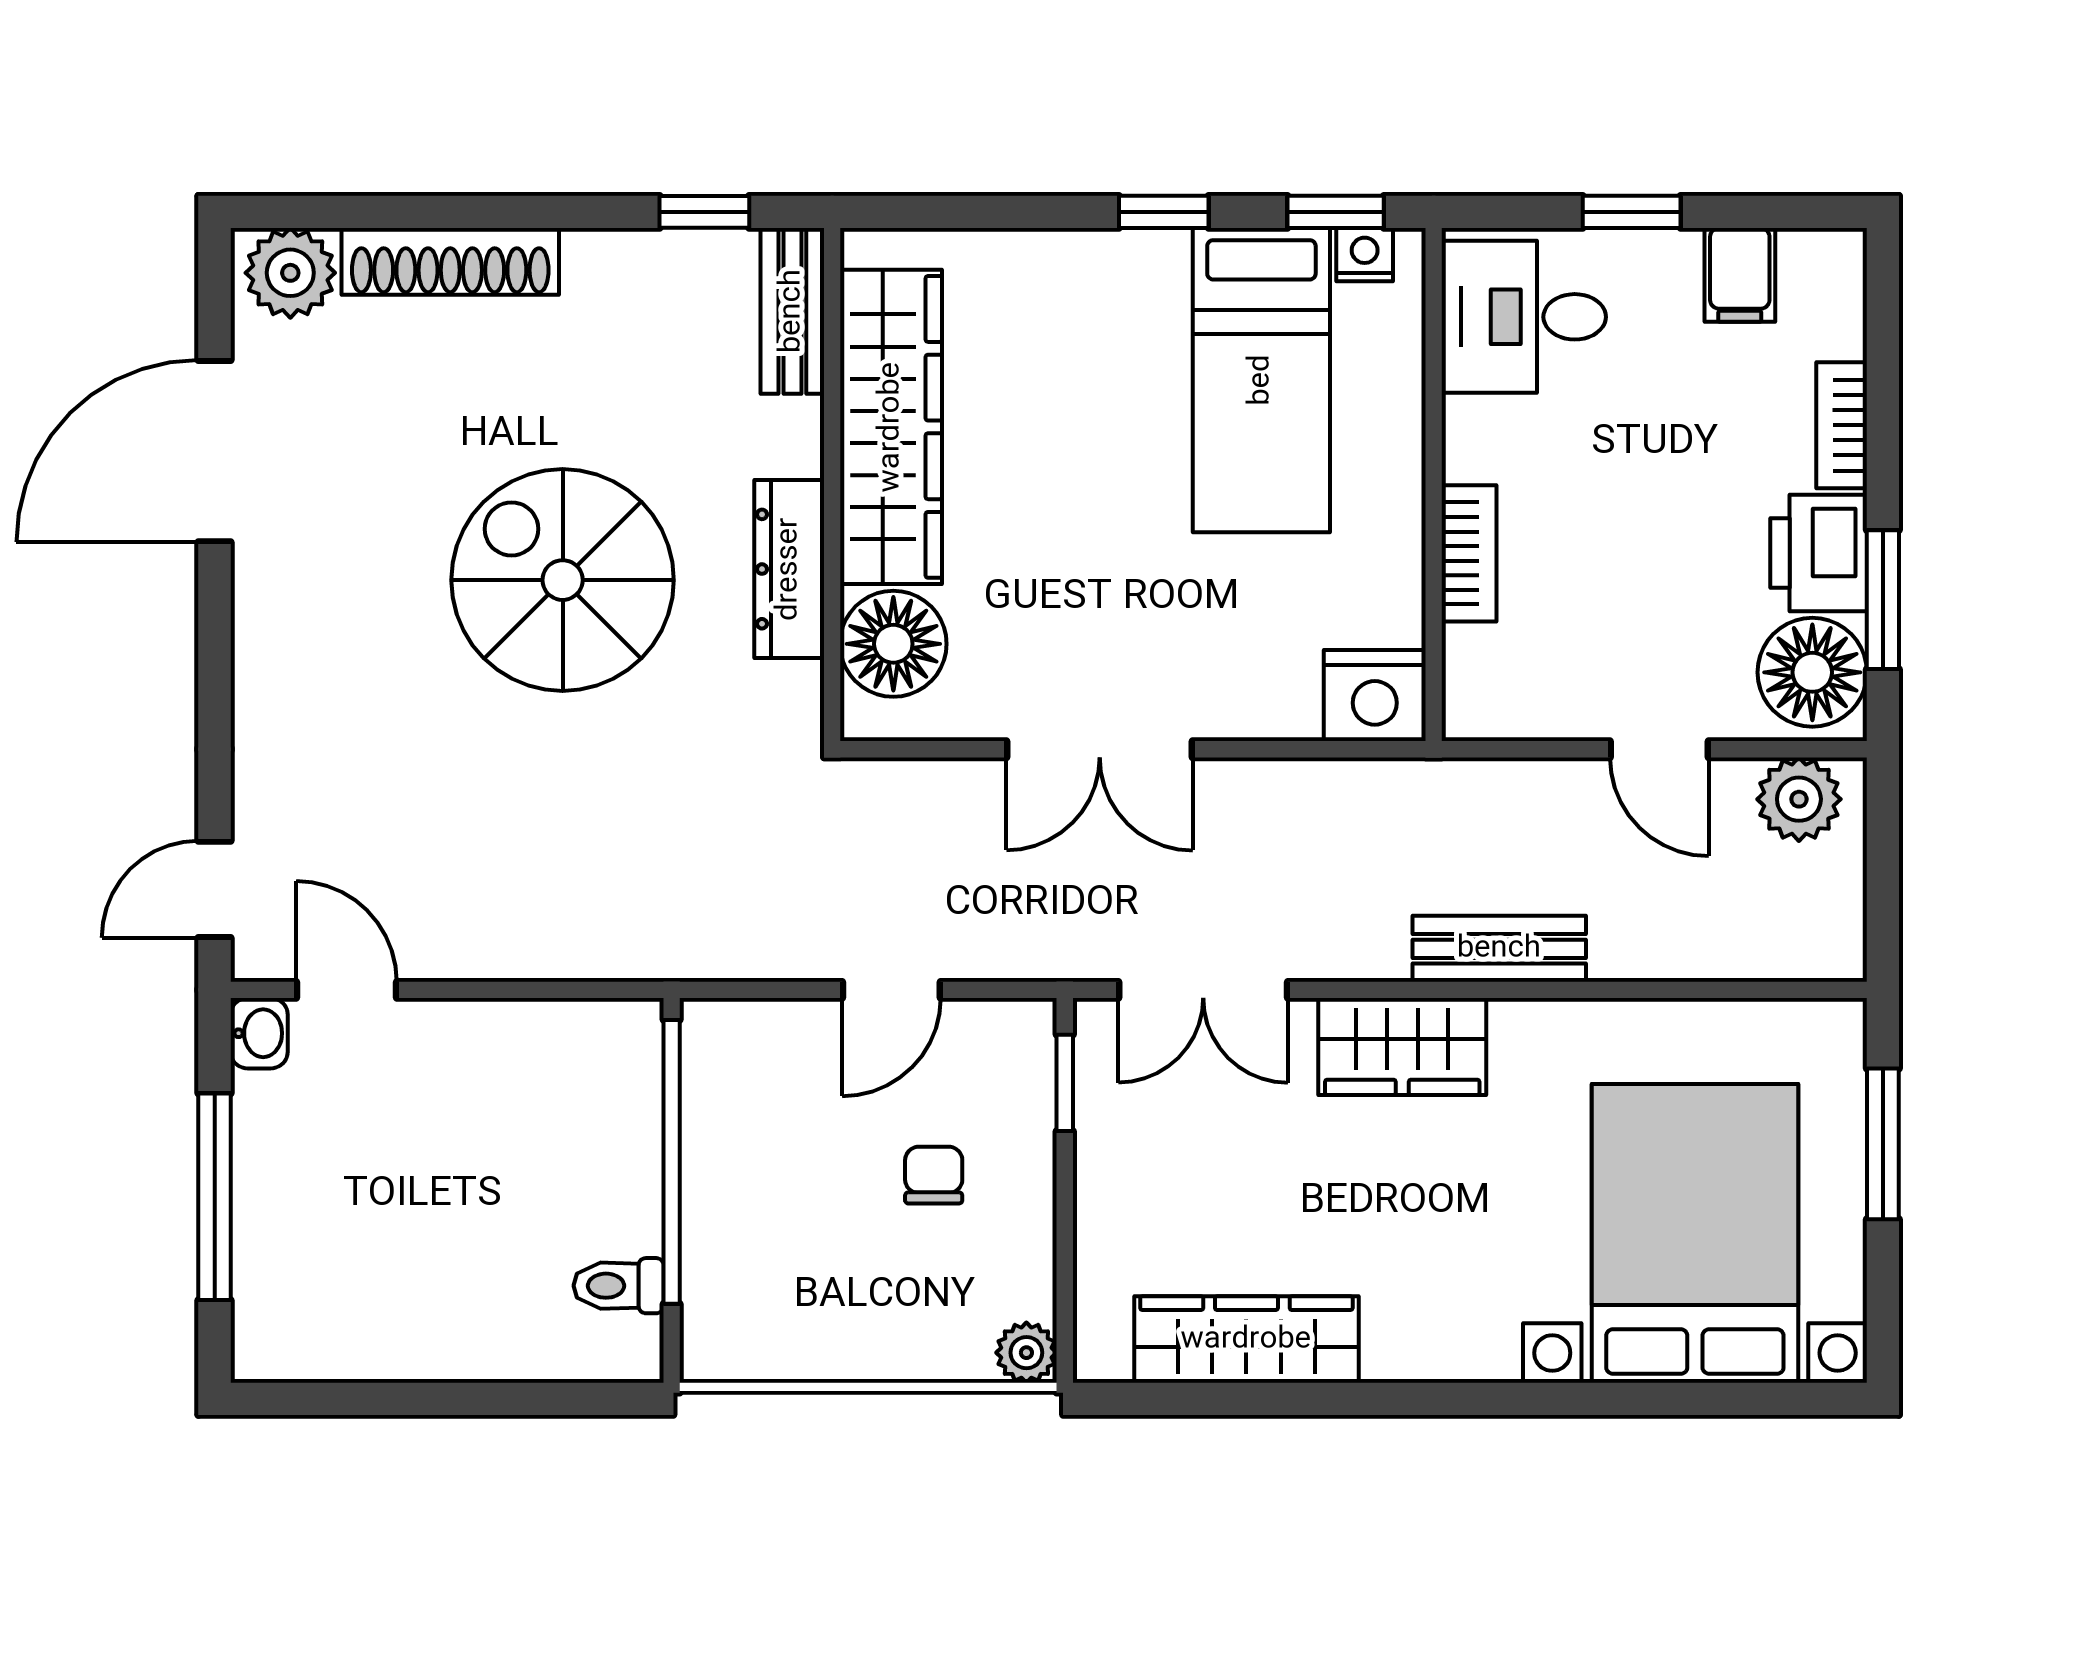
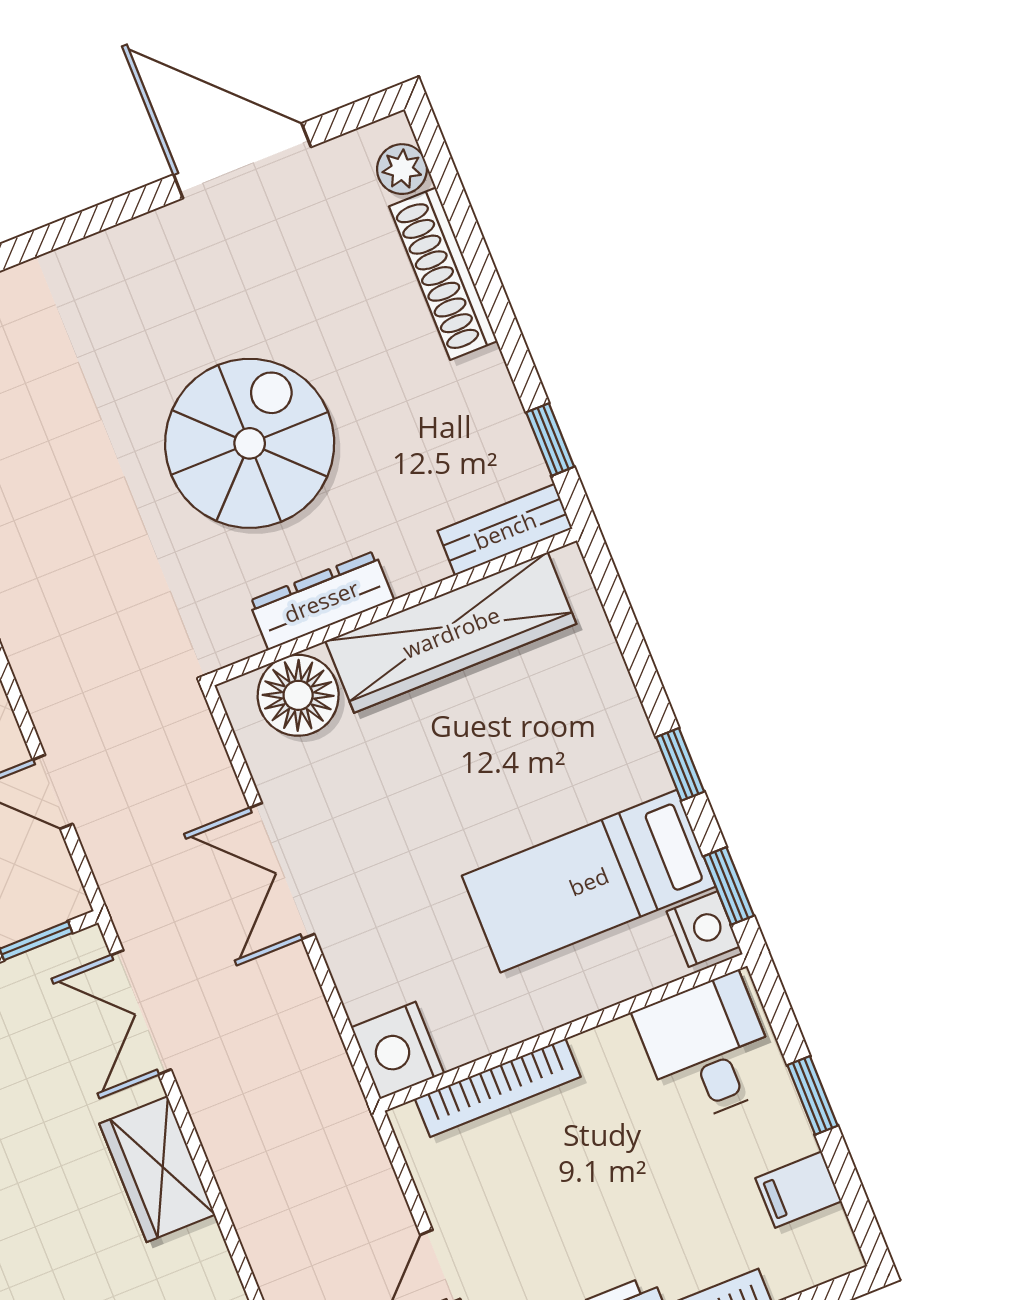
nightstand: (1365, 255) -> (703, 929), width x1.39, depth x1.35
plant: (290, 273) -> (402, 169), width x0.73, depth x0.73
bookcase: (1469, 553) -> (498, 1088), width x1.56
bench: (1499, 949) -> (254, 1210), removed

